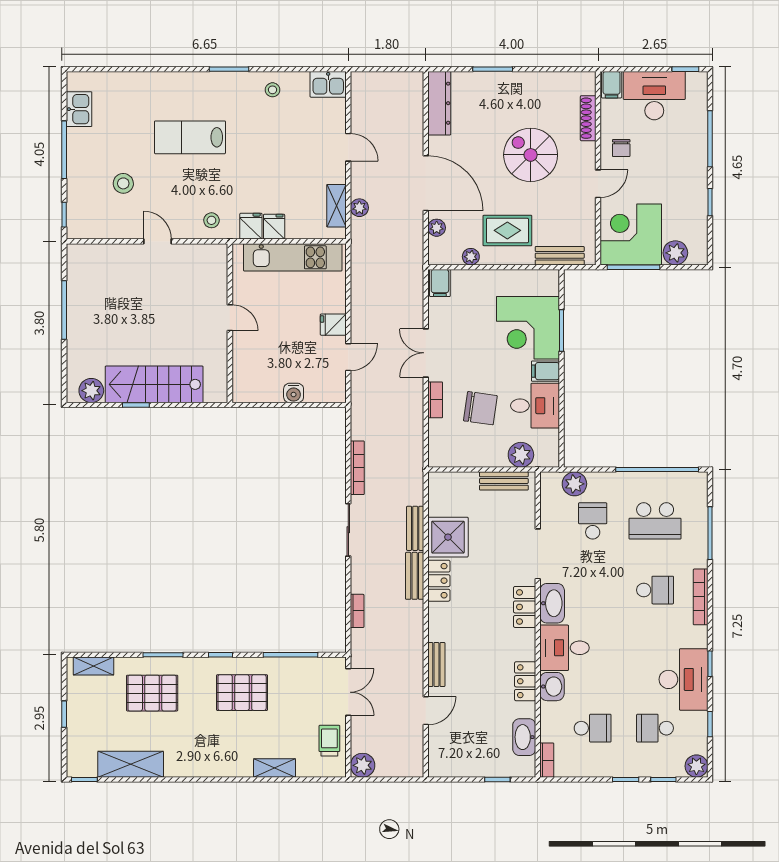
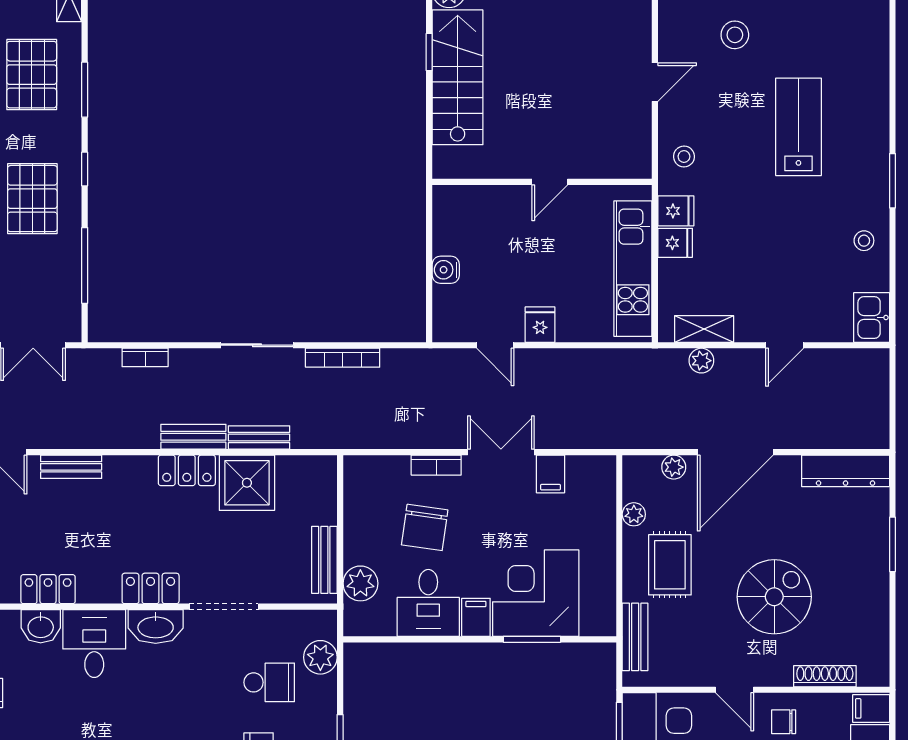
filing cabinet: (440, 283) -> (551, 474), moved, turned -90

